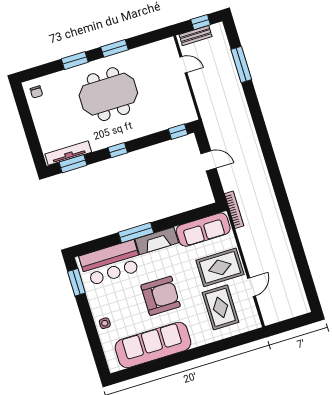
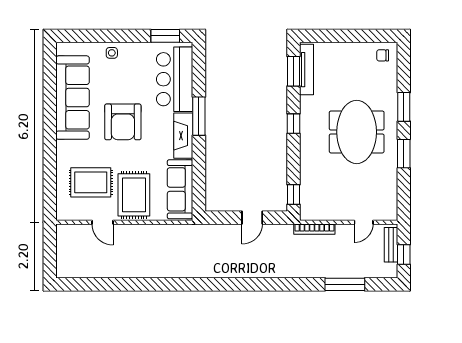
bookcase: (234, 210) -> (314, 229), moved

